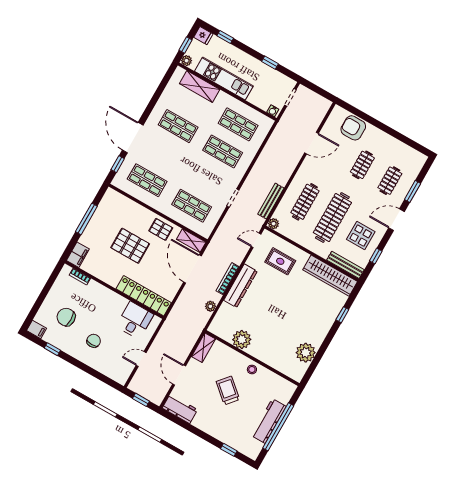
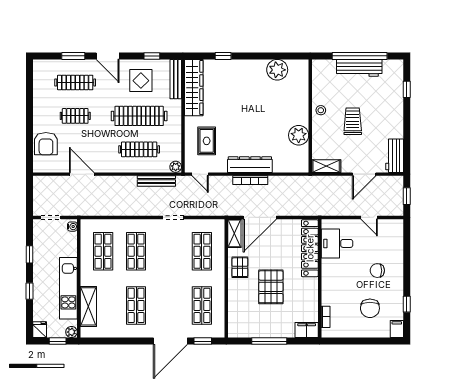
window: (225, 37) -> (30, 291), moved
clothes rail: (390, 181) -> (75, 82), width x1.36
plant: (210, 306) -> (284, 181), removed
trolley: (228, 390) -> (353, 121), turned 139

